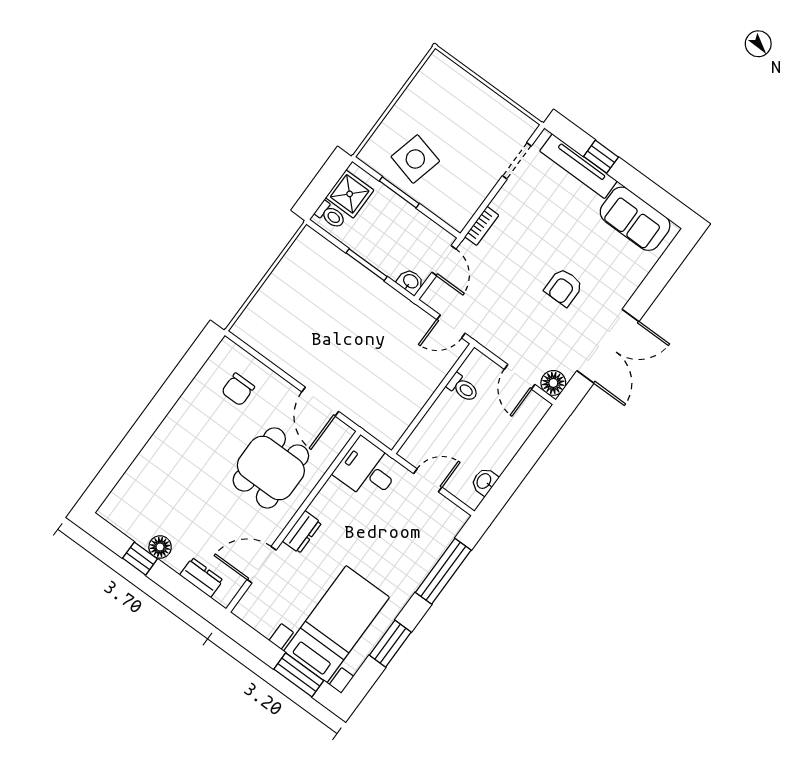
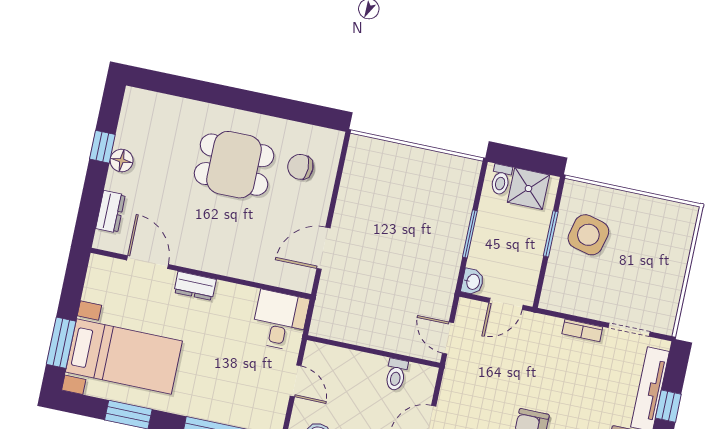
bookcase: (482, 226) -> (582, 330), moved
dining table: (271, 468) -> (234, 165), moved

